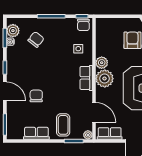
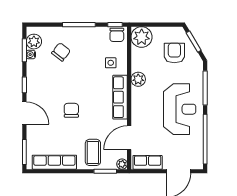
row of seats: (86, 78) -> (120, 97), width x1.48
plant: (105, 79) -> (142, 37), moved
chair: (36, 96) -> (71, 110), moved
door: (94, 112) -> (129, 138), swing flipped
row of seats: (36, 133) -> (54, 162), width x1.48

